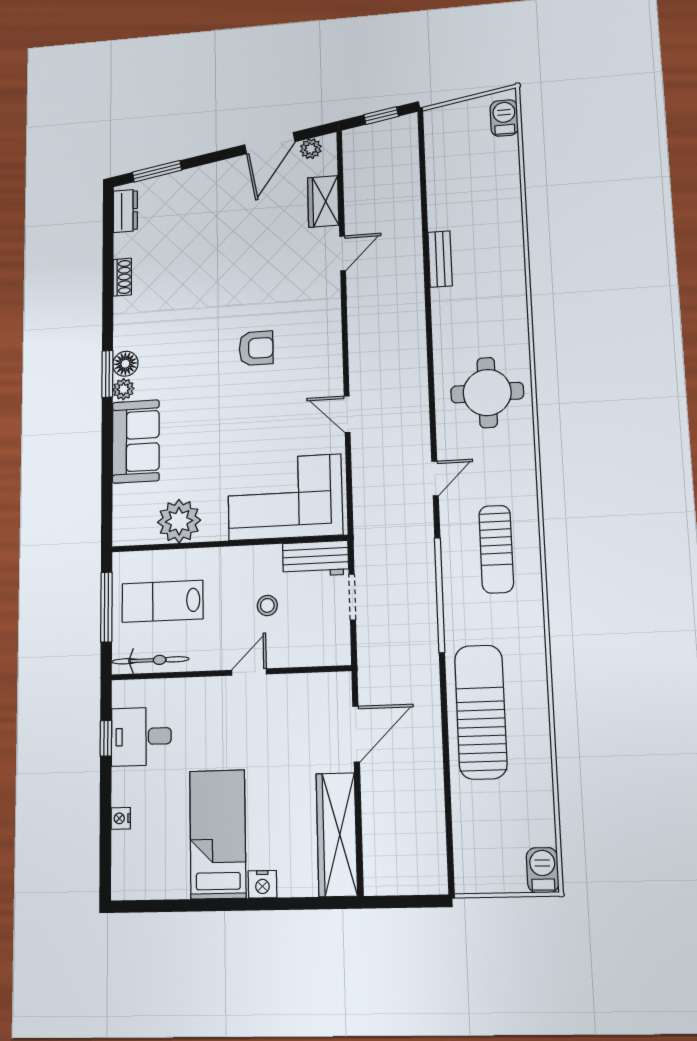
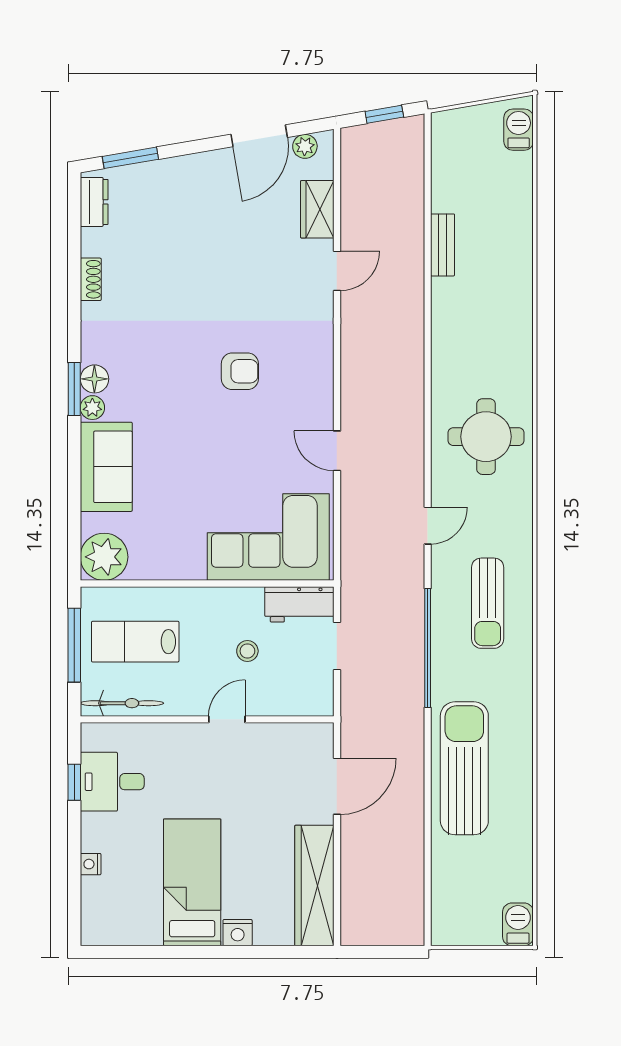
bench: (440, 259) -> (442, 245), moved
plant: (179, 521) -> (104, 557), moved

